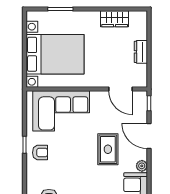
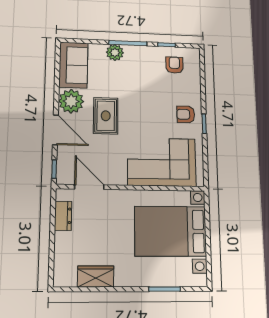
dresser: (141, 52) -> (63, 216), moved
plant: (142, 166) -> (71, 101), width x1.87, depth x1.87

